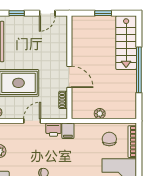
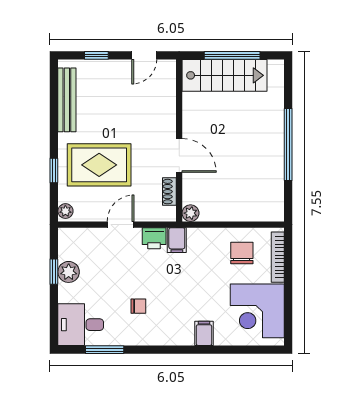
window: (103, 13) -> (232, 55), width x2.17
stairs: (126, 43) -> (225, 75), moved, turned -90
plant: (100, 114) -> (191, 213), moved

